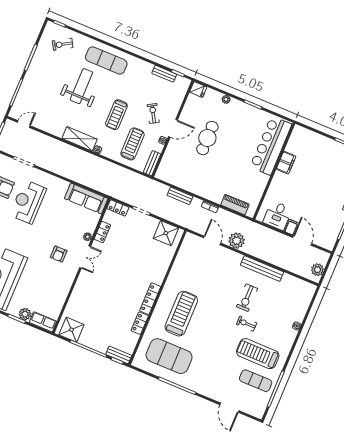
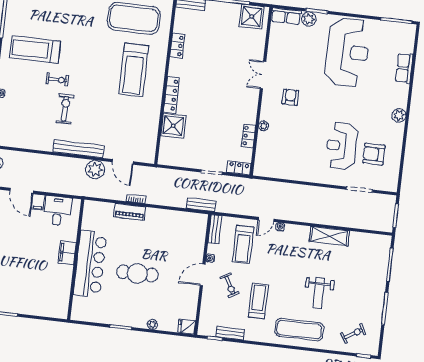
weight bench: (81, 86) -> (319, 293), width x0.73, depth x0.75
treadmill: (116, 115) -> (258, 301), moved
door: (24, 124) -> (266, 219), moved
cafe table: (207, 138) -> (137, 273), moved, turned 90
shelving: (80, 139) -> (329, 236), moved
bar counter: (271, 146) -> (90, 264), moved
filing cabinet: (286, 163) -> (67, 253), moved
bench: (180, 196) -> (201, 205), moved
sofa: (86, 198) -> (277, 168), removed
reception desk: (28, 202) -> (341, 146), turned 180
piano: (235, 205) -> (130, 212), moved
shower: (166, 233) -> (173, 126), moved
double door: (85, 257) -> (263, 75), moved
bench: (262, 269) -> (79, 149), moved
locker: (150, 299) -> (171, 95), moved
treadmill: (258, 354) -> (35, 50), turned 180
exercise mat: (256, 381) -> (29, 19), removed

